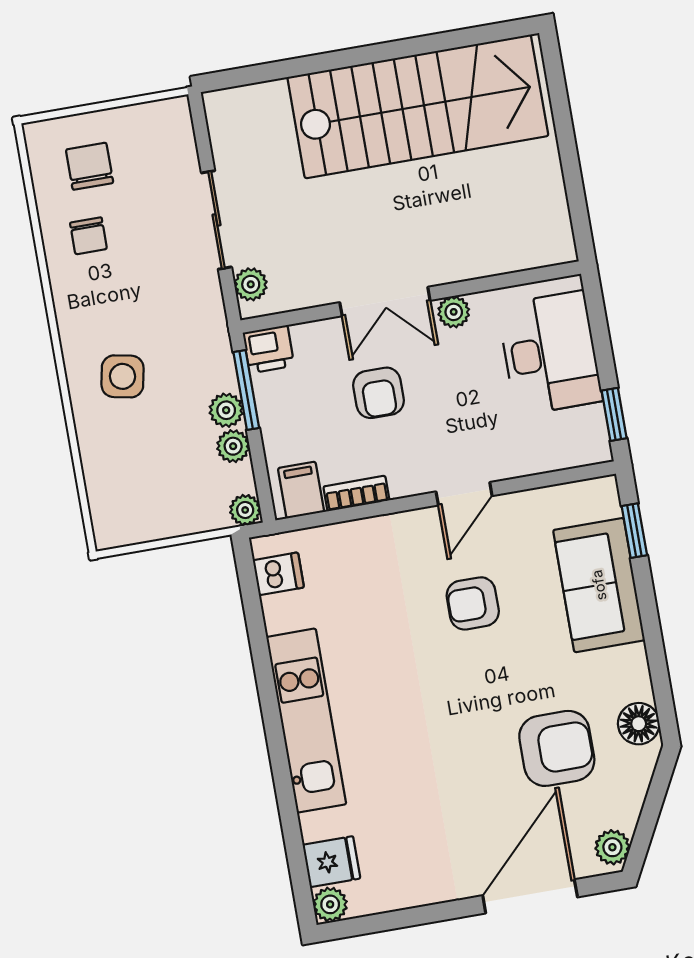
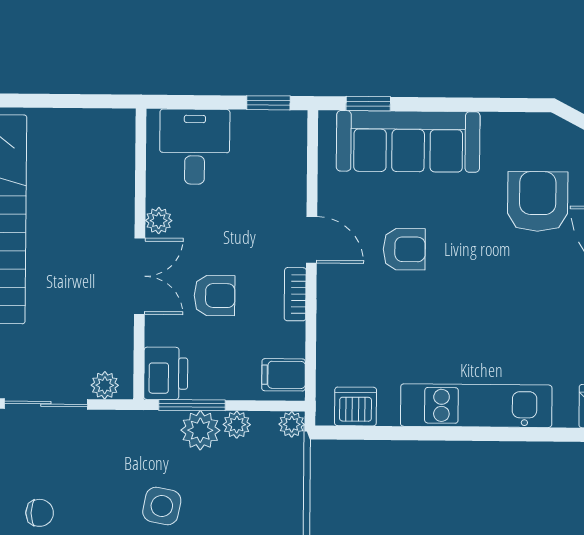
printer: (268, 349) -> (166, 373), width x1.36, depth x1.24
desk: (550, 353) -> (195, 147), width x0.73
plant: (226, 410) -> (200, 430), width x1.38, depth x1.38
bookcase: (356, 493) -> (295, 294), moved
dishwasher: (278, 574) -> (356, 406), width x1.38
sofa: (599, 585) -> (408, 141), width x1.36
armchair: (473, 603) -> (404, 249), turned -90
floor lamp: (639, 724) -> (530, 130), removed

